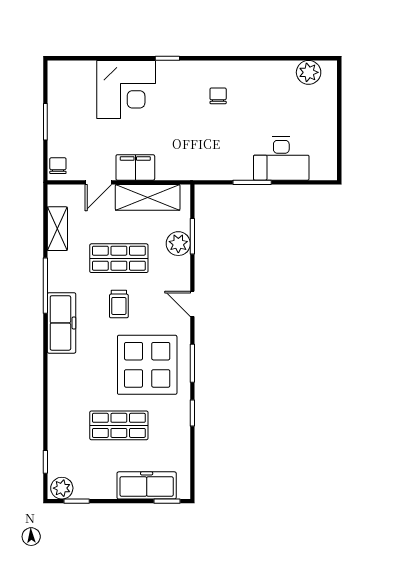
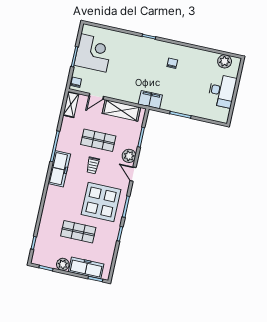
corner desk: (126, 89) -> (93, 53), moved, turned -90
desk: (281, 159) -> (222, 91), moved, turned -90
filing cabinet: (135, 167) -> (150, 100), moved
shelving: (57, 229) -> (71, 105), moved
plant: (178, 244) -> (129, 156), moved
plant: (62, 488) -> (63, 264), moved

